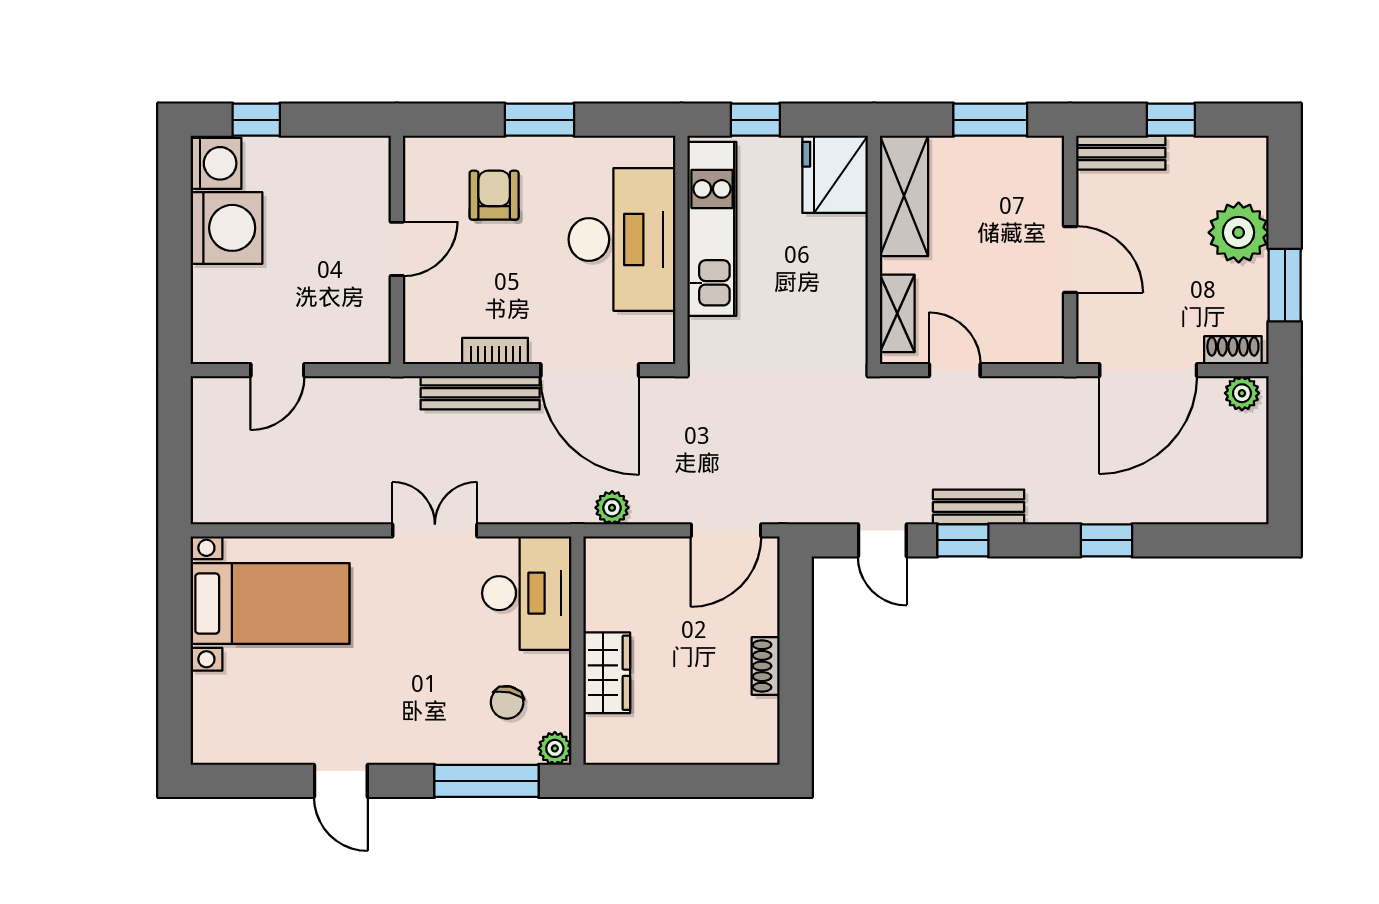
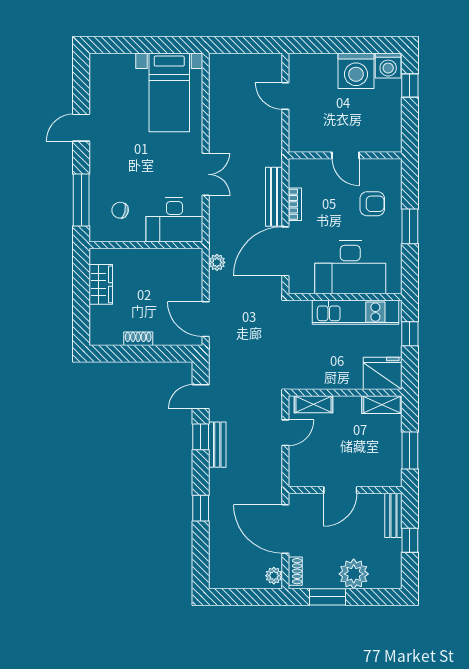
shelving: (904, 196) -> (382, 405), width x0.67, depth x0.75
wardrobe: (607, 673) -> (101, 284), moved, turned -90
plant: (555, 748) -> (97, 234), removed

